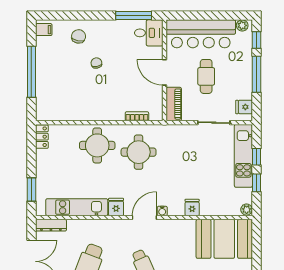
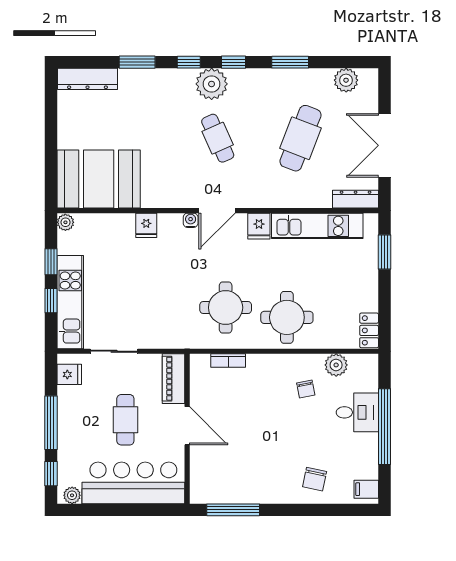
desk: (149, 33) -> (357, 412), moved, turned 180
chair: (96, 63) -> (306, 389), moved
plant: (64, 113) -> (336, 365), added

